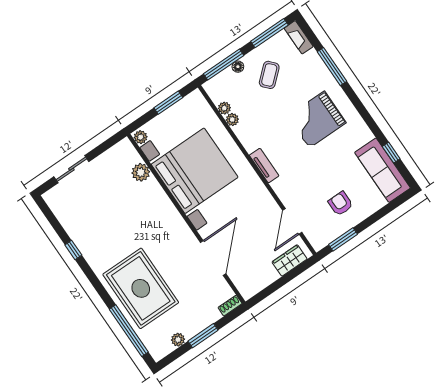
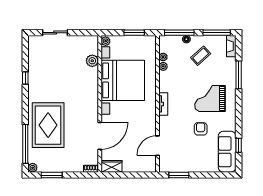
armchair: (341, 204) -> (201, 129), moved
wardrobe: (290, 260) -> (111, 166), moved
window: (203, 336) -> (52, 175), moved
plant: (178, 340) -> (33, 168), moved

